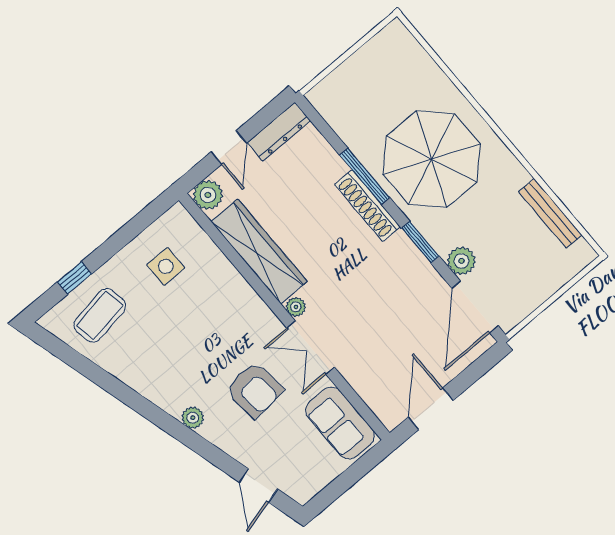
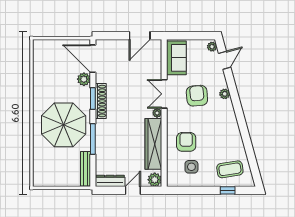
shoe rack: (367, 206) -> (101, 101), moved
bench: (550, 213) -> (86, 169), moved
armchair: (209, 300) -> (186, 142), added
door: (475, 307) -> (93, 59), swing flipped
double door: (311, 348) -> (164, 94), swing flipped
plant: (193, 418) -> (225, 94), moved
plant: (298, 490) -> (212, 47), added

